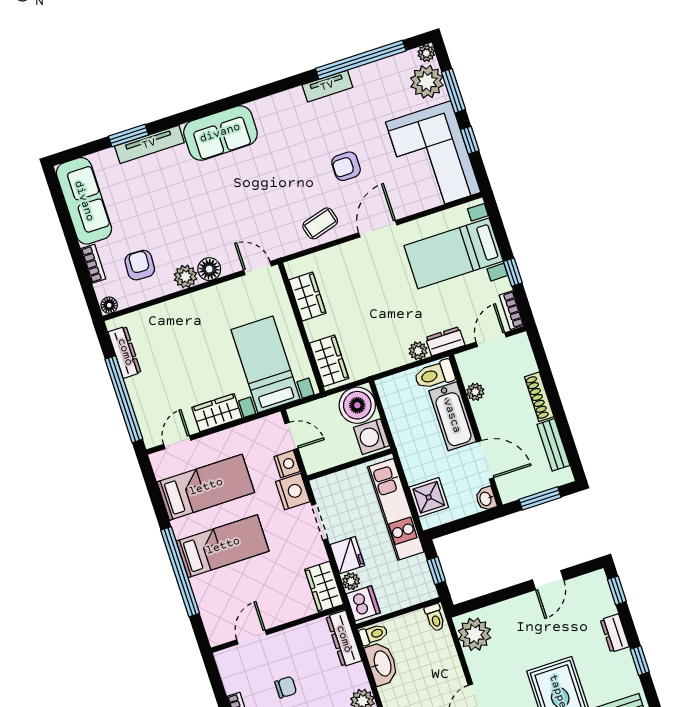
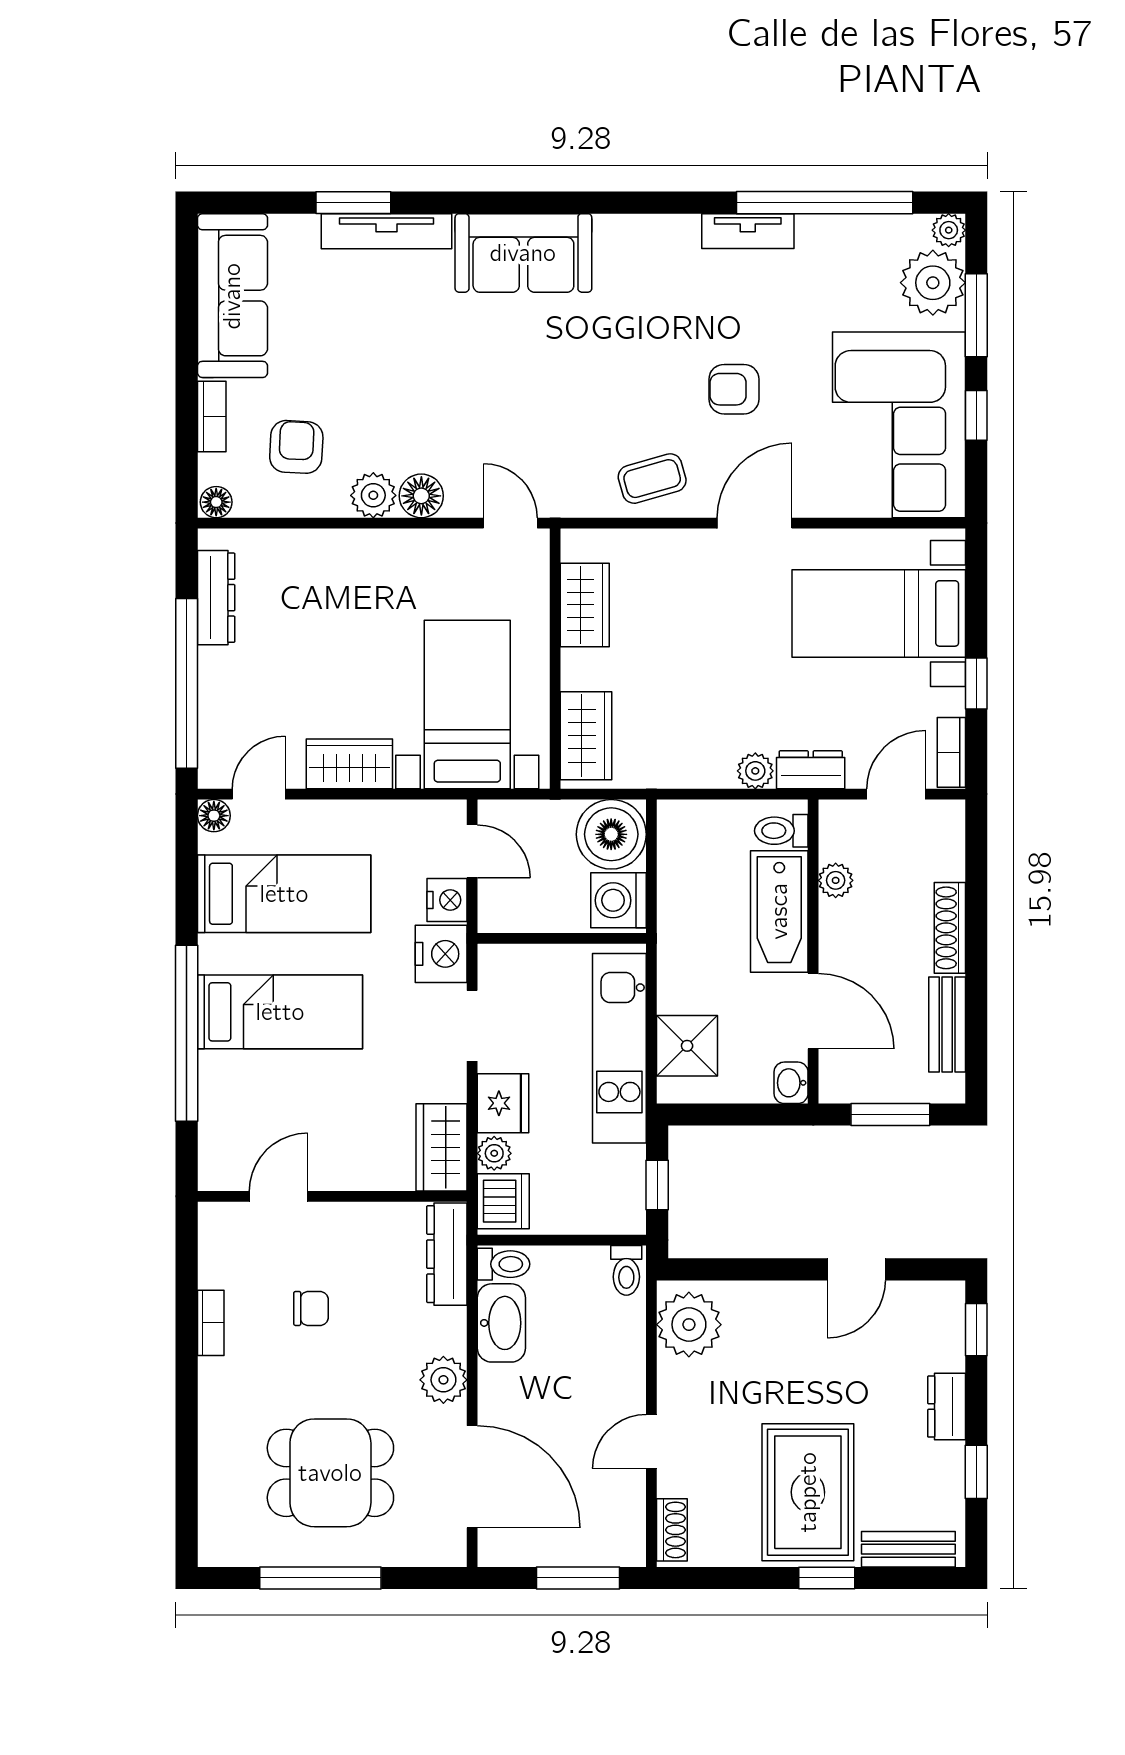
toilet: (434, 375) -> (781, 831), width x0.73, depth x0.72
floor lamp: (159, 460) -> (214, 816), added

